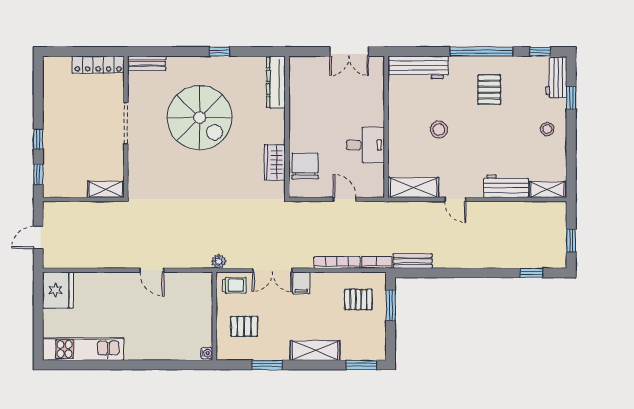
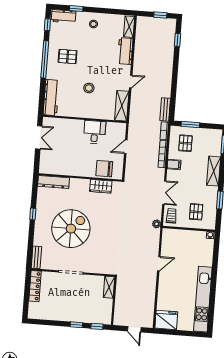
filing cabinet: (301, 283) -> (174, 164), moved
kitchen unit: (83, 349) -> (203, 299), width x1.36

